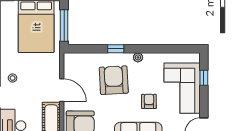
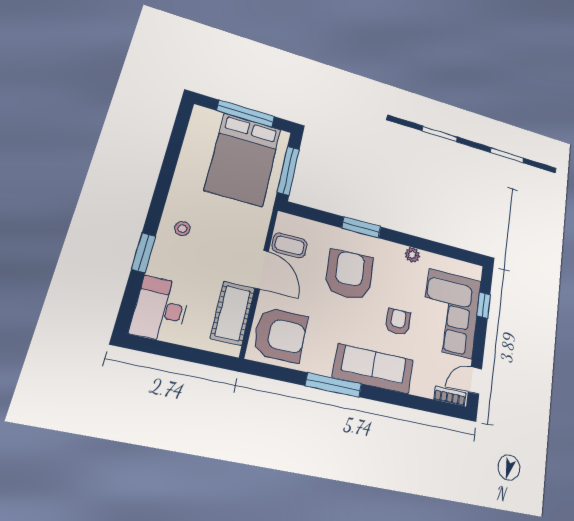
window: (116, 49) -> (361, 227), width x1.50
plant: (138, 57) -> (412, 255), moved
coffee table: (75, 72) -> (289, 245), added

